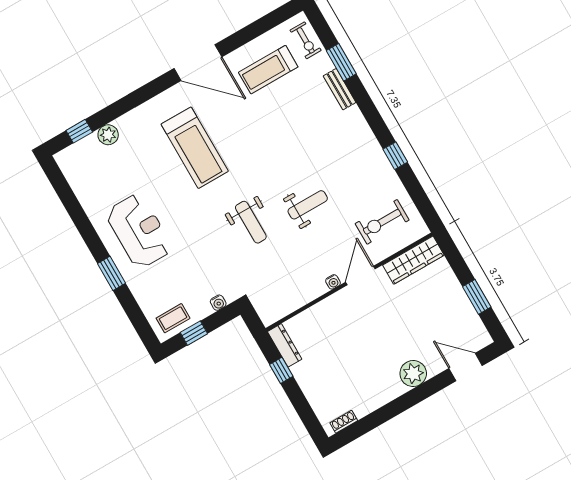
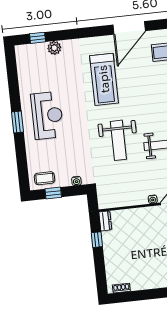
door: (198, 63) -> (129, 28), hinge flipped
weight bench: (251, 222) -> (118, 140), width x1.36, depth x1.33
window: (112, 273) -> (18, 122), moved
dresser: (285, 345) -> (105, 221), width x0.70

